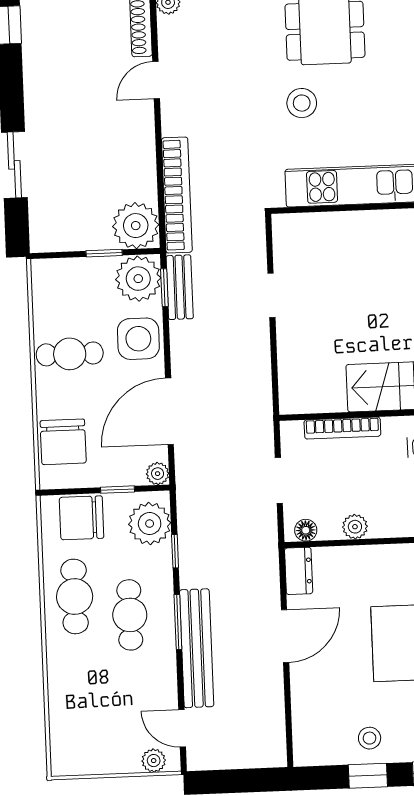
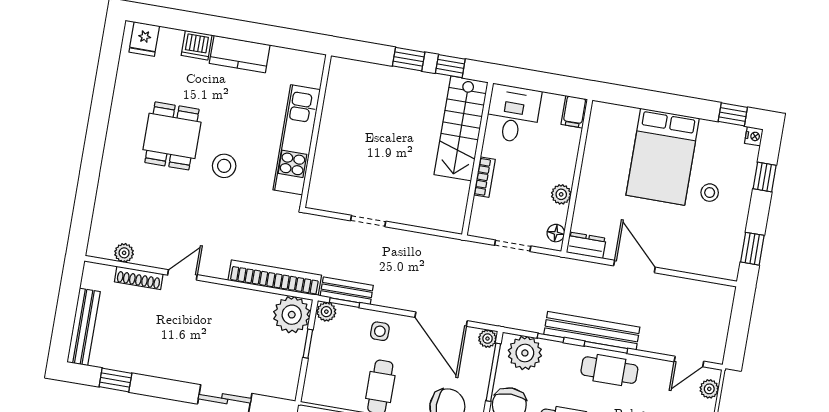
door: (156, 80) -> (182, 275), swing flipped
plant: (138, 279) -> (326, 312), width x0.53, depth x0.53
side table: (138, 339) -> (380, 331), width x0.54, depth x0.54
bookcase: (342, 428) -> (484, 177), width x0.64
window: (118, 490) -> (493, 372), width x2.17
cafe table: (130, 615) -> (609, 370), moved
bench: (197, 648) -> (592, 331), moved
stool: (370, 738) -> (710, 193), moved
window: (368, 776) -> (752, 249), moved

